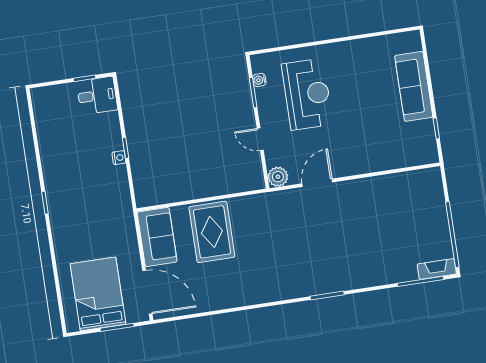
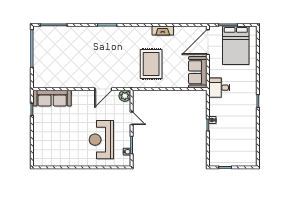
sofa: (414, 86) -> (52, 98), moved, turned 90
desk: (97, 96) -> (219, 88), moved
rug: (212, 232) -> (151, 64), moved
fireplace: (437, 269) -> (163, 30), moved
door: (147, 292) -> (208, 42), hinge flipped

